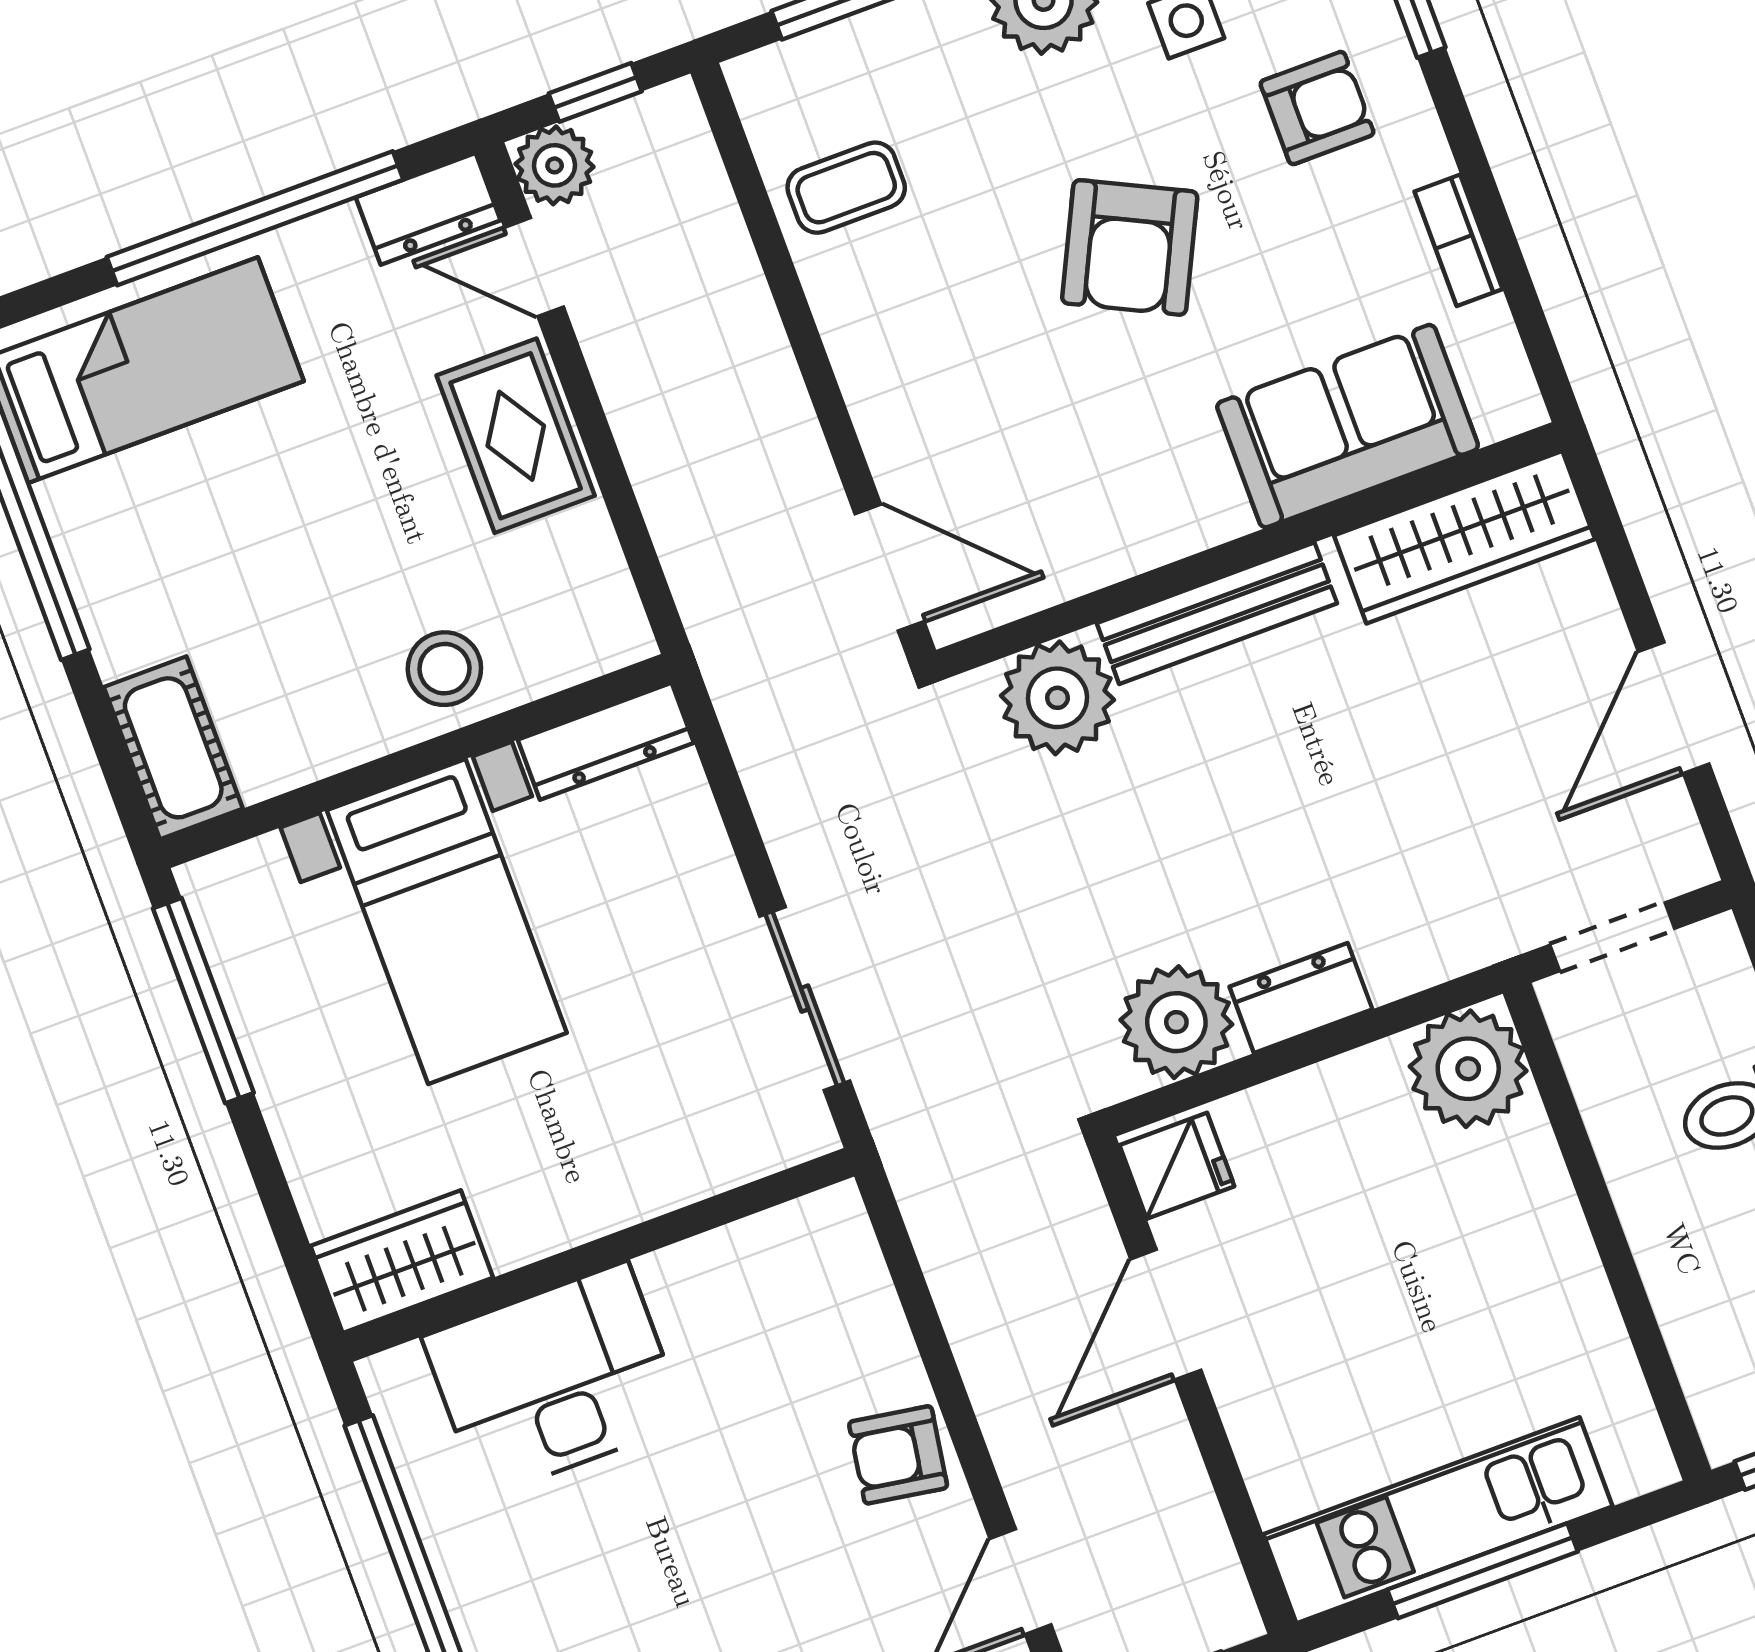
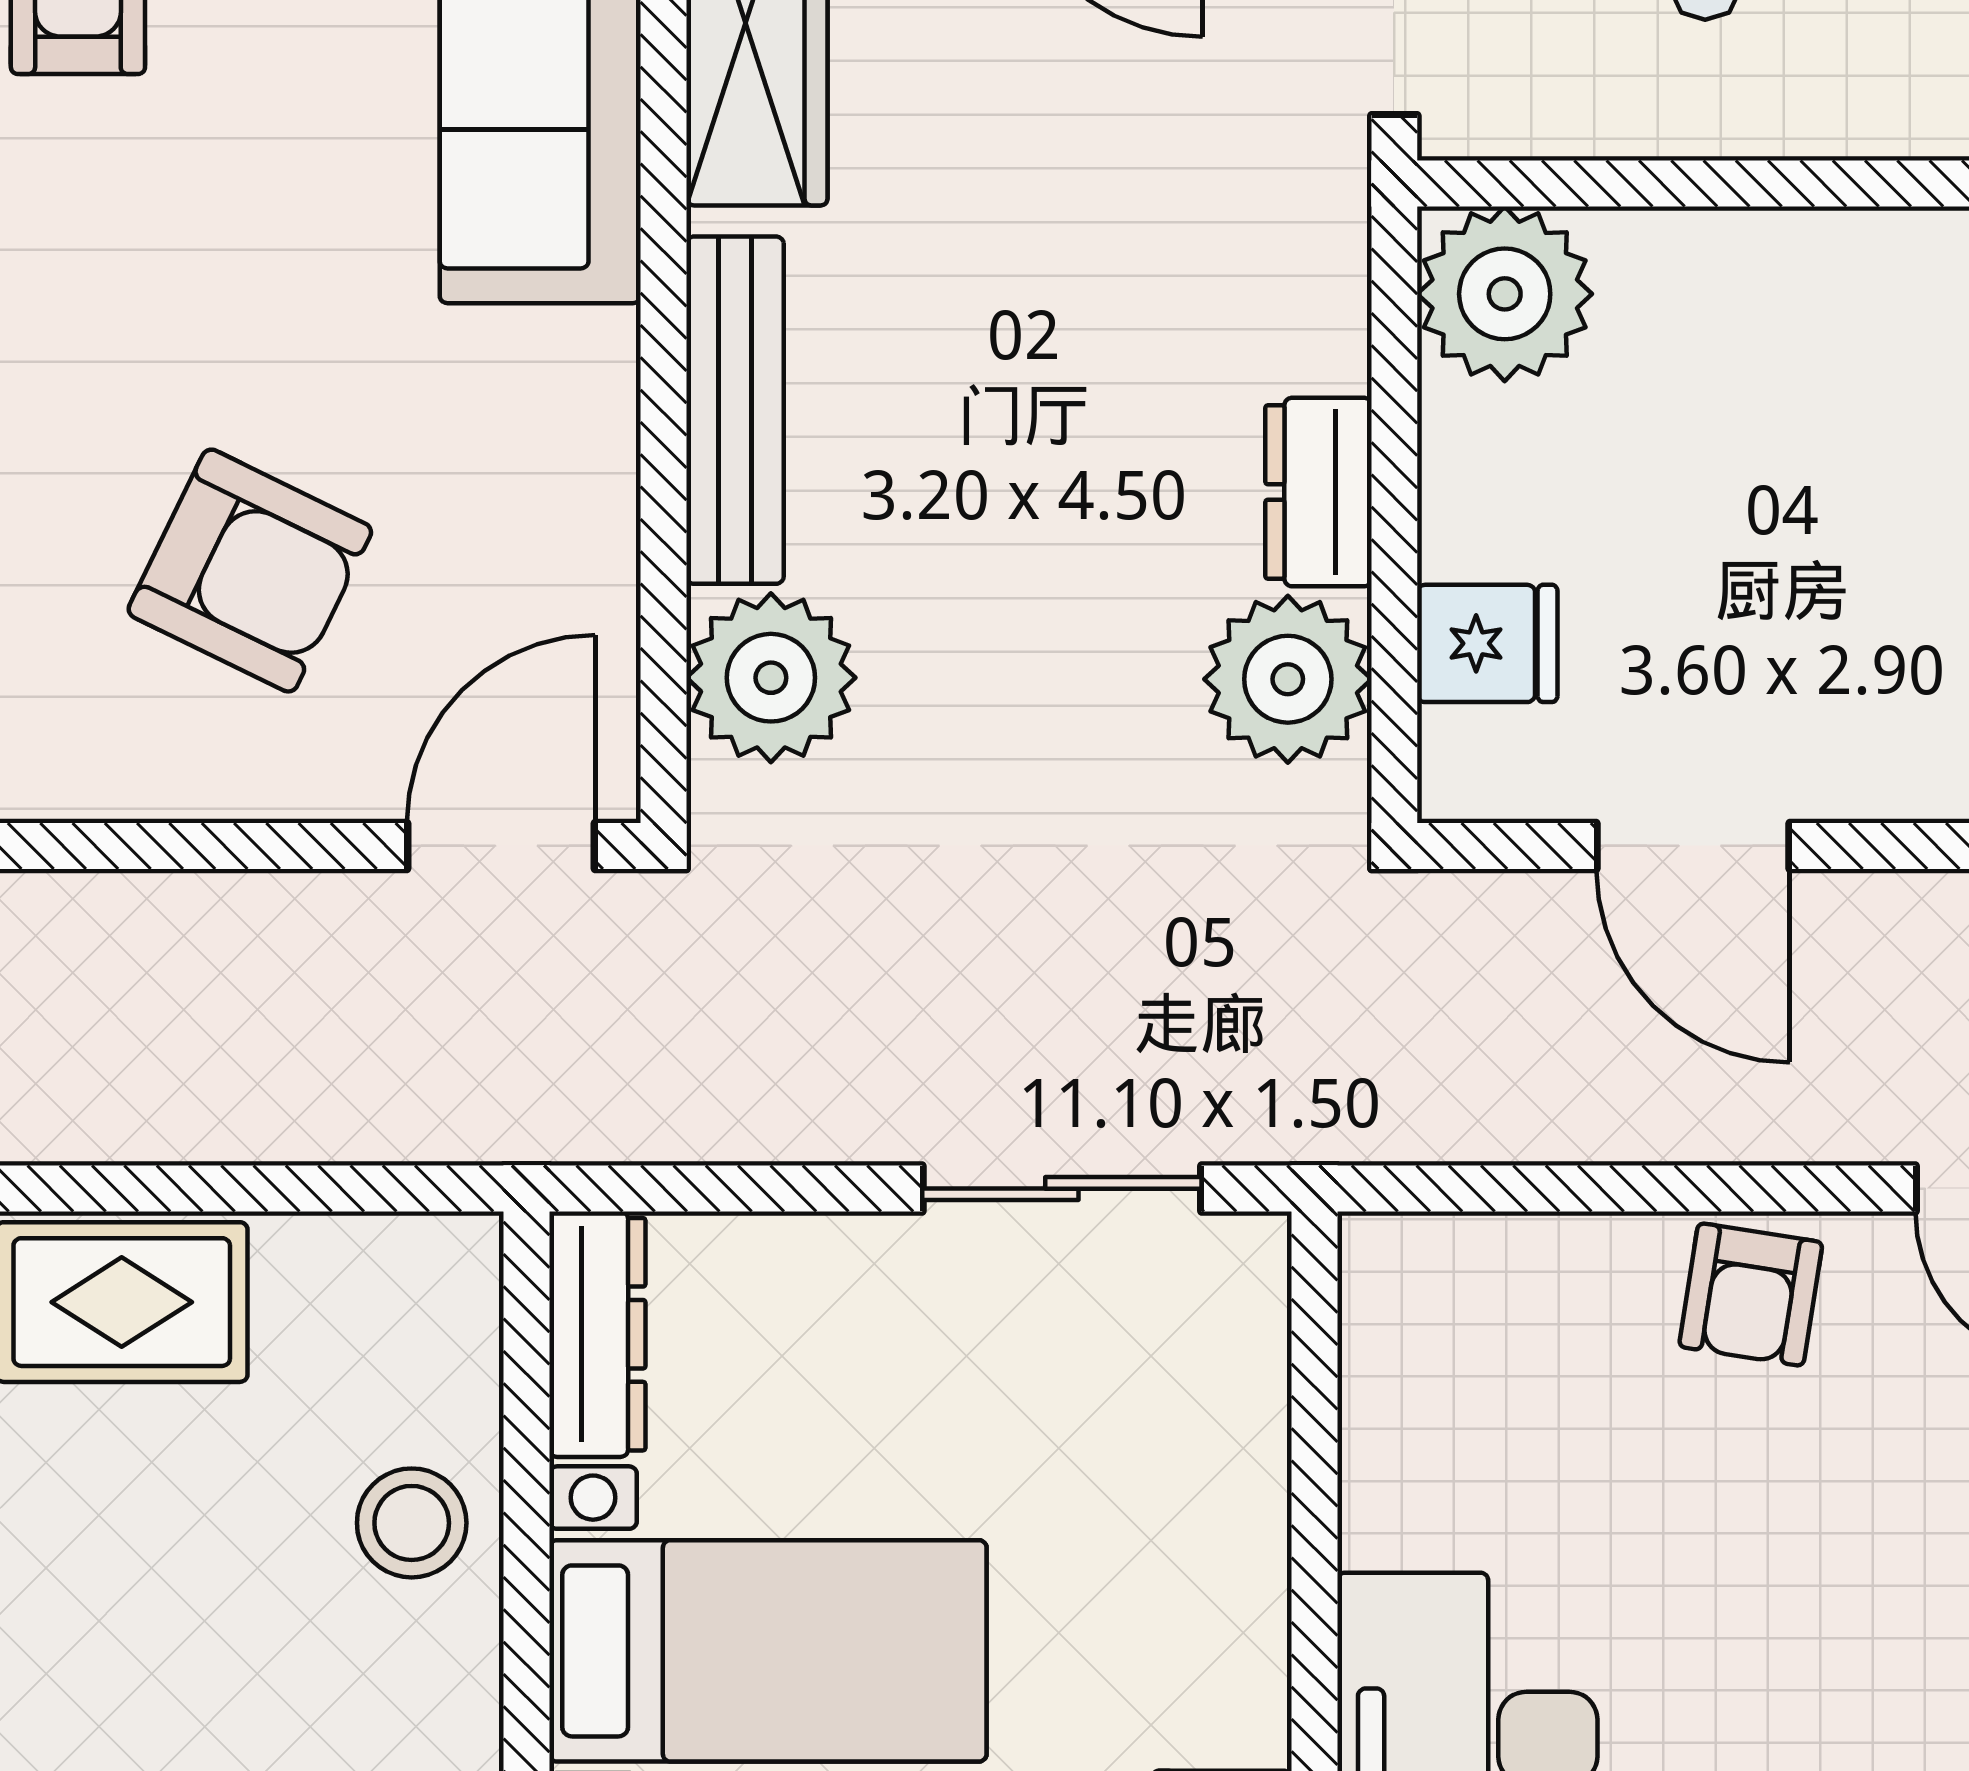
armchair: (1130, 247) -> (250, 571), moved
fridge: (1177, 1166) -> (1487, 643), moved, turned 90

